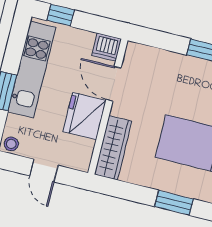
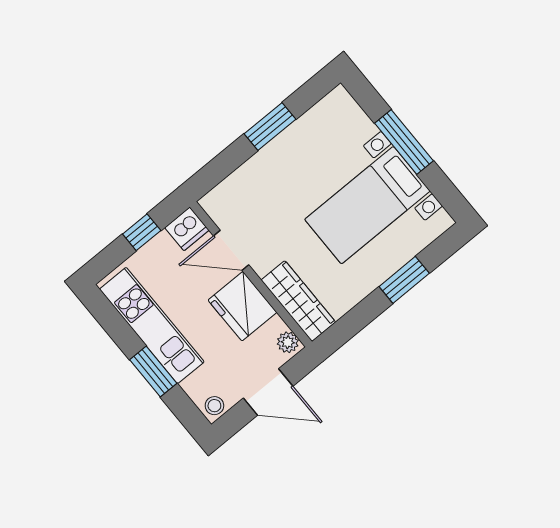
window: (60, 15) -> (142, 232), moved
plant: (83, 160) -> (288, 342), added
door: (44, 171) -> (268, 392), width x1.37

